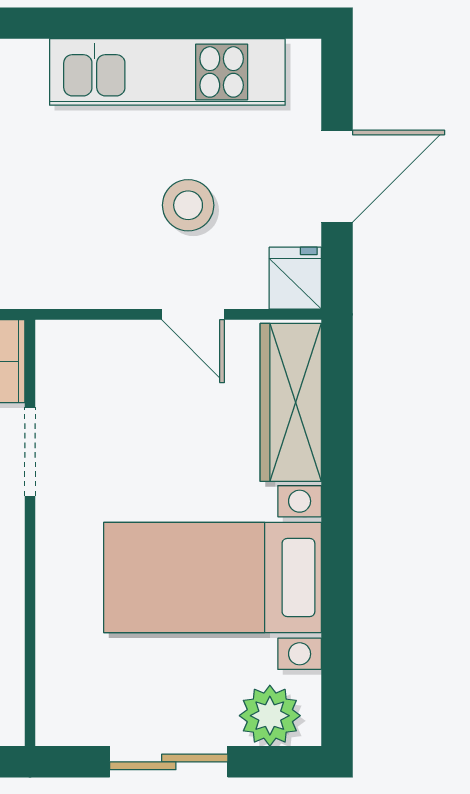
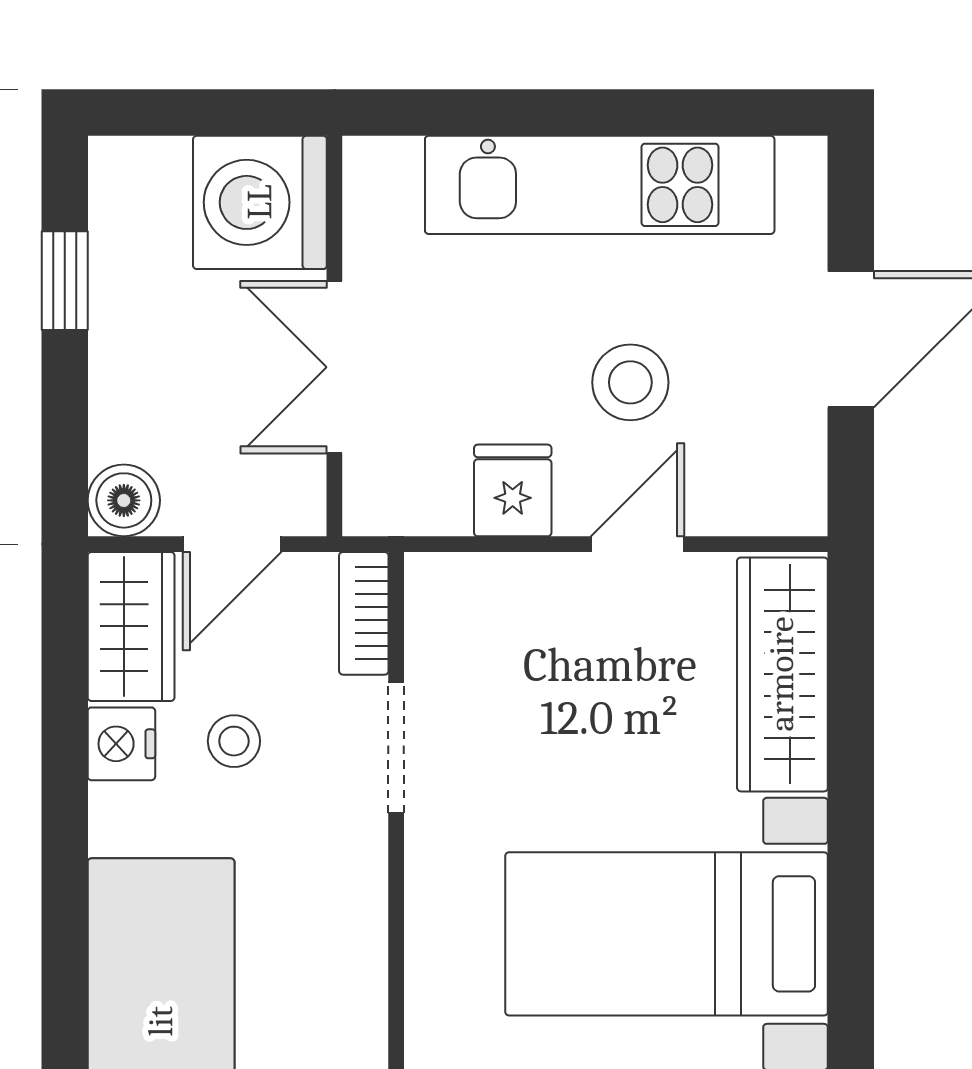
fridge: (295, 278) -> (513, 490), moved
door: (193, 314) -> (638, 544), swing flipped

